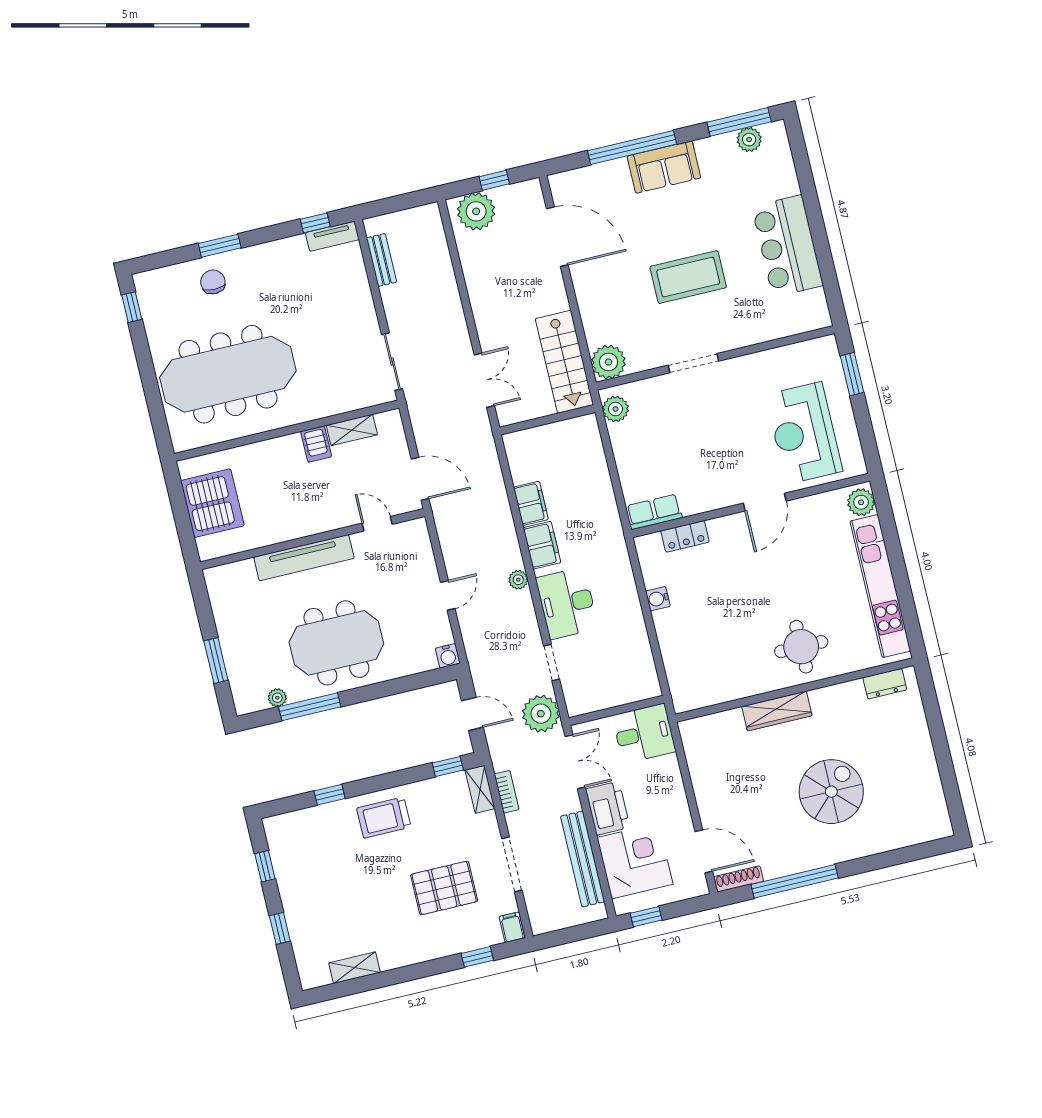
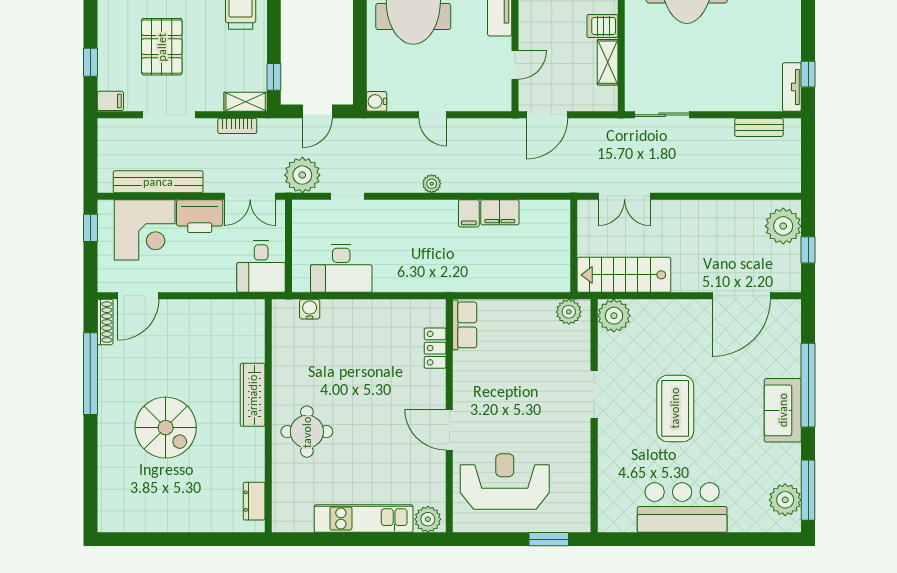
plant: (749, 140) -> (785, 500), width x1.36, depth x1.36
filing cabinet: (542, 545) -> (469, 213), width x0.50
kitchen unit: (880, 586) -> (364, 518), width x0.73
water cooler: (658, 599) -> (310, 309), moved
desk: (567, 603) -> (341, 268), moved, turned 180

